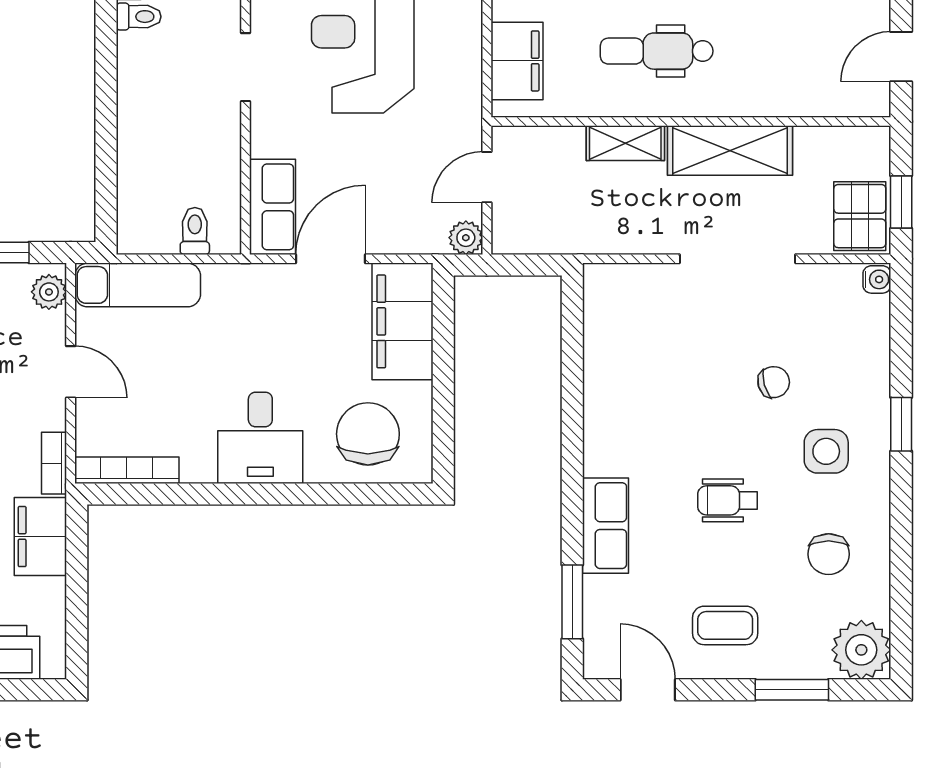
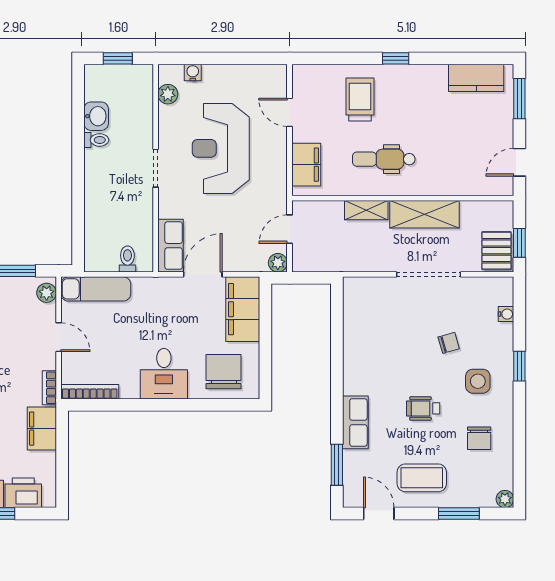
water cooler: (877, 279) -> (506, 314), moved
coffee table: (725, 625) -> (422, 478), width x1.36, depth x1.30
plant: (861, 650) -> (505, 499), width x0.53, depth x0.53

